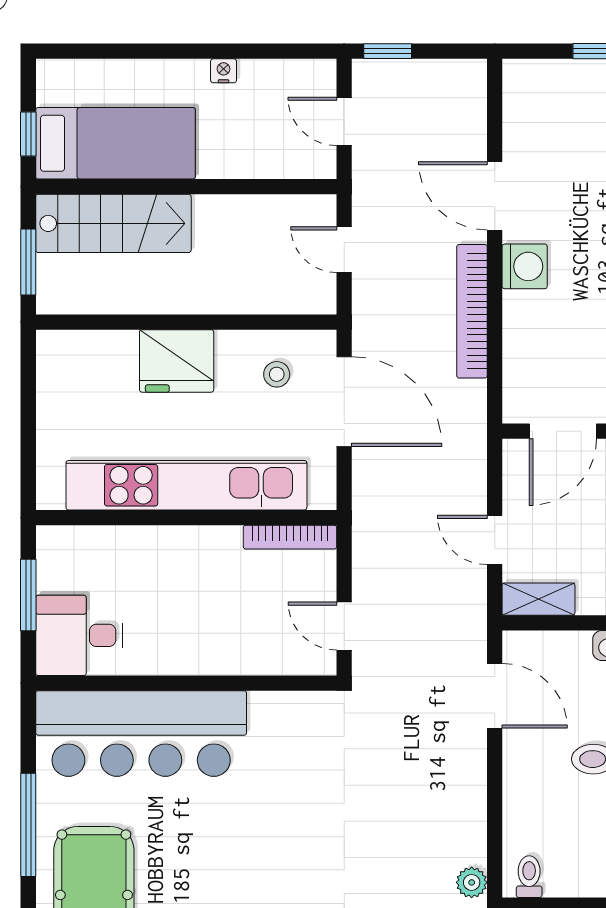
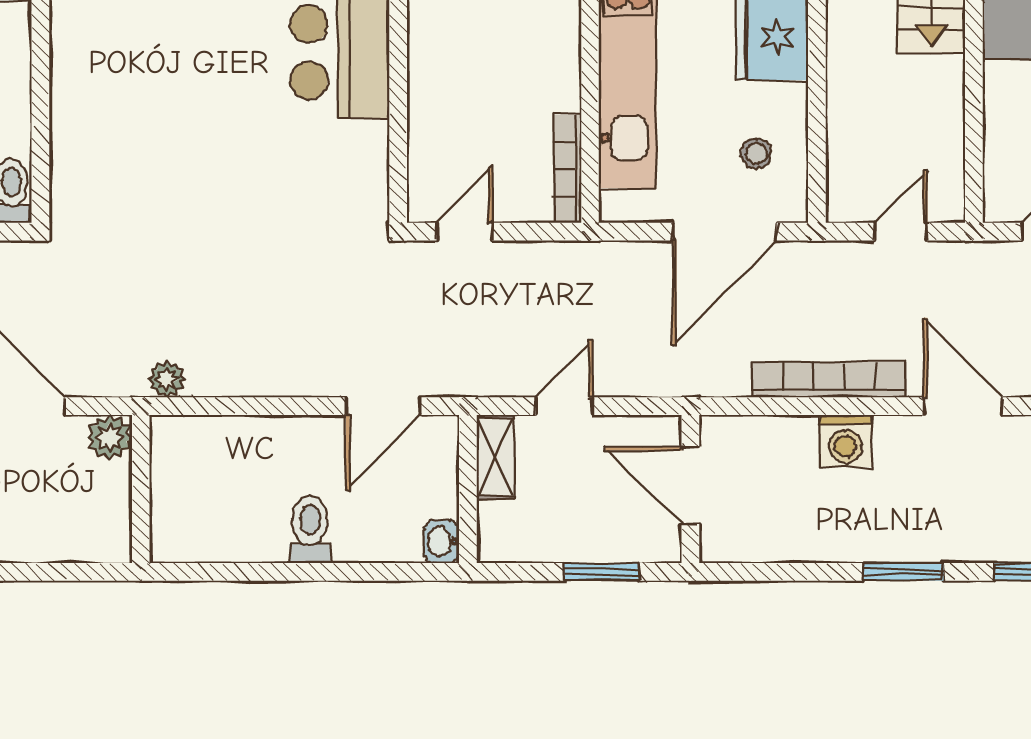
door: (495, 196) -> (963, 406), hinge flipped
washing machine: (525, 266) -> (845, 441), moved
toilet: (529, 877) -> (174, 446), removed

